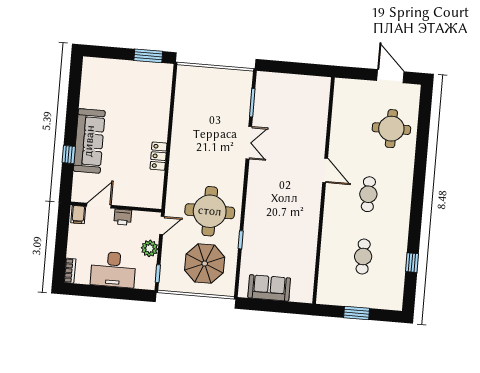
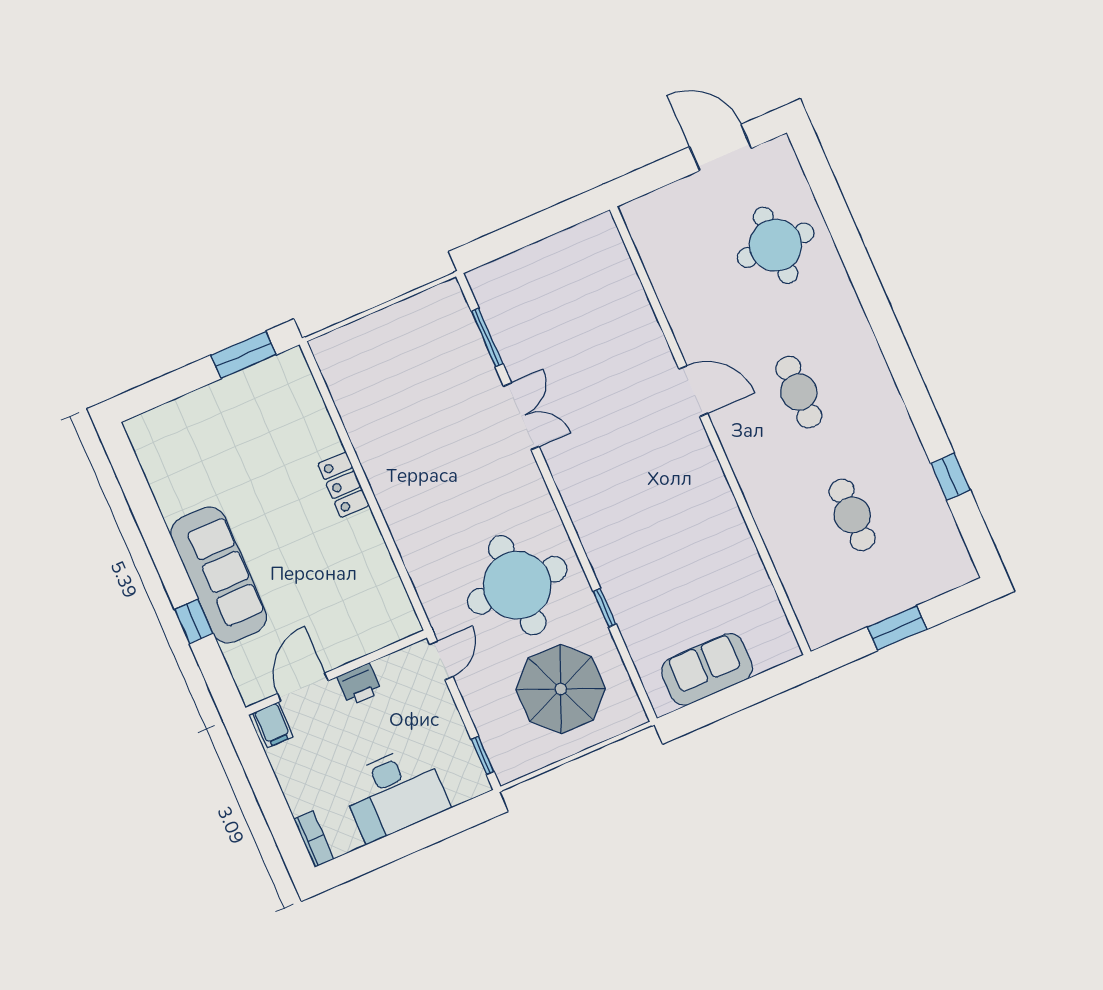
locker: (158, 156) -> (344, 485), moved
plant: (150, 248) -> (441, 716), removed

